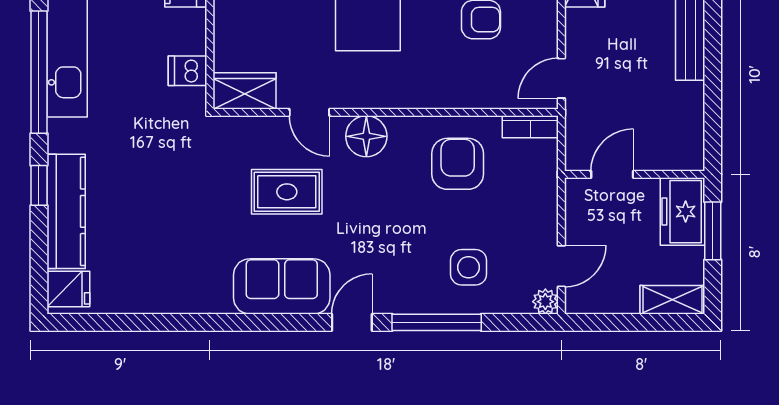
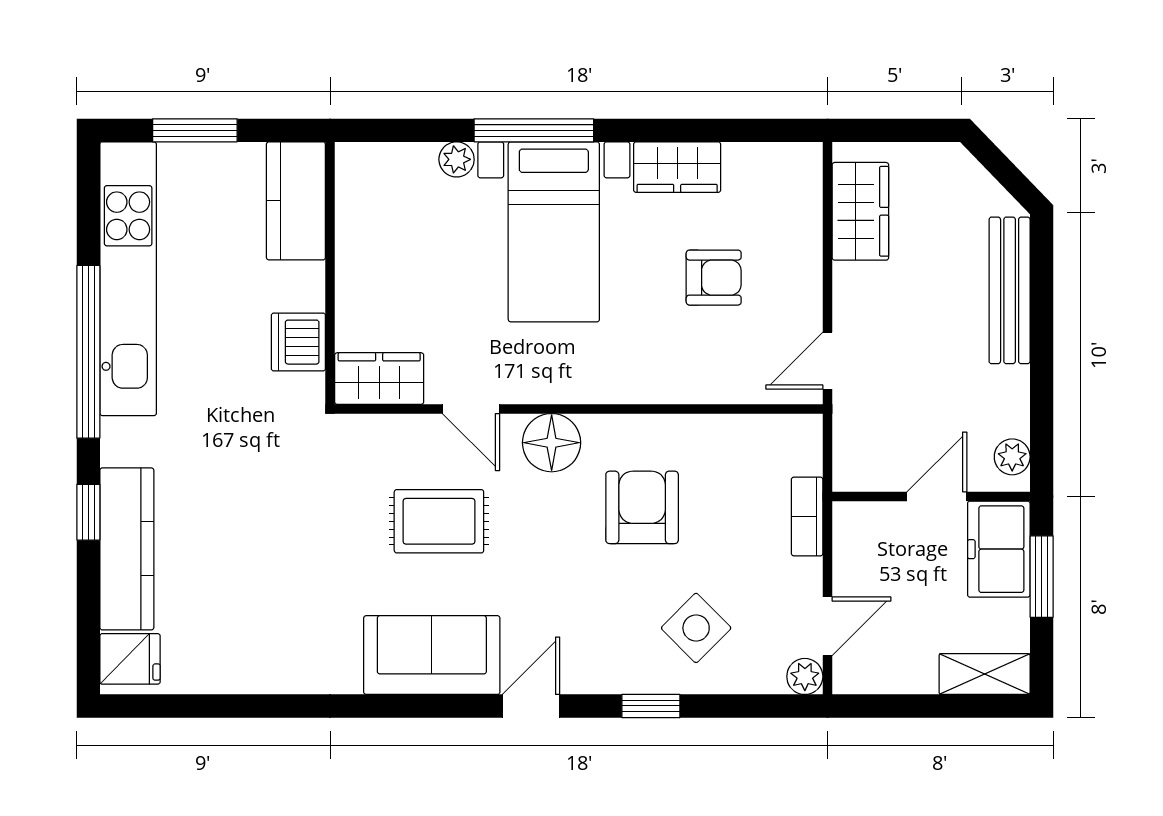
dishwasher: (187, 71) -> (298, 342), width x1.38
bookcase: (530, 127) -> (807, 516), moved, turned 90
plant: (692, 146) -> (1012, 457), added
armchair: (458, 164) -> (642, 507), moved
door: (612, 174) -> (937, 496), moved
side table: (469, 267) -> (696, 628), turned 45
window: (437, 322) -> (651, 706), width x0.46

